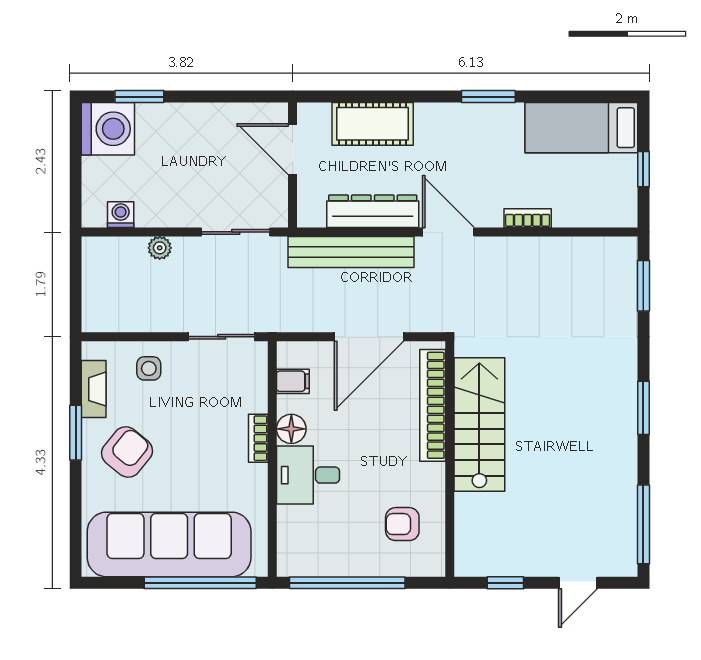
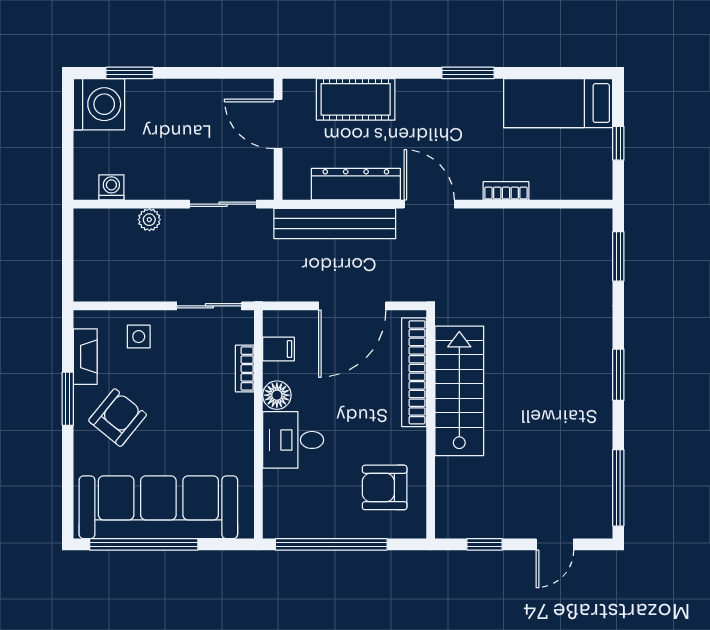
bookcase: (258, 438) -> (245, 368), moved
armchair: (402, 524) -> (385, 487), width x1.38, depth x1.38
window: (200, 583) -> (144, 544), moved

